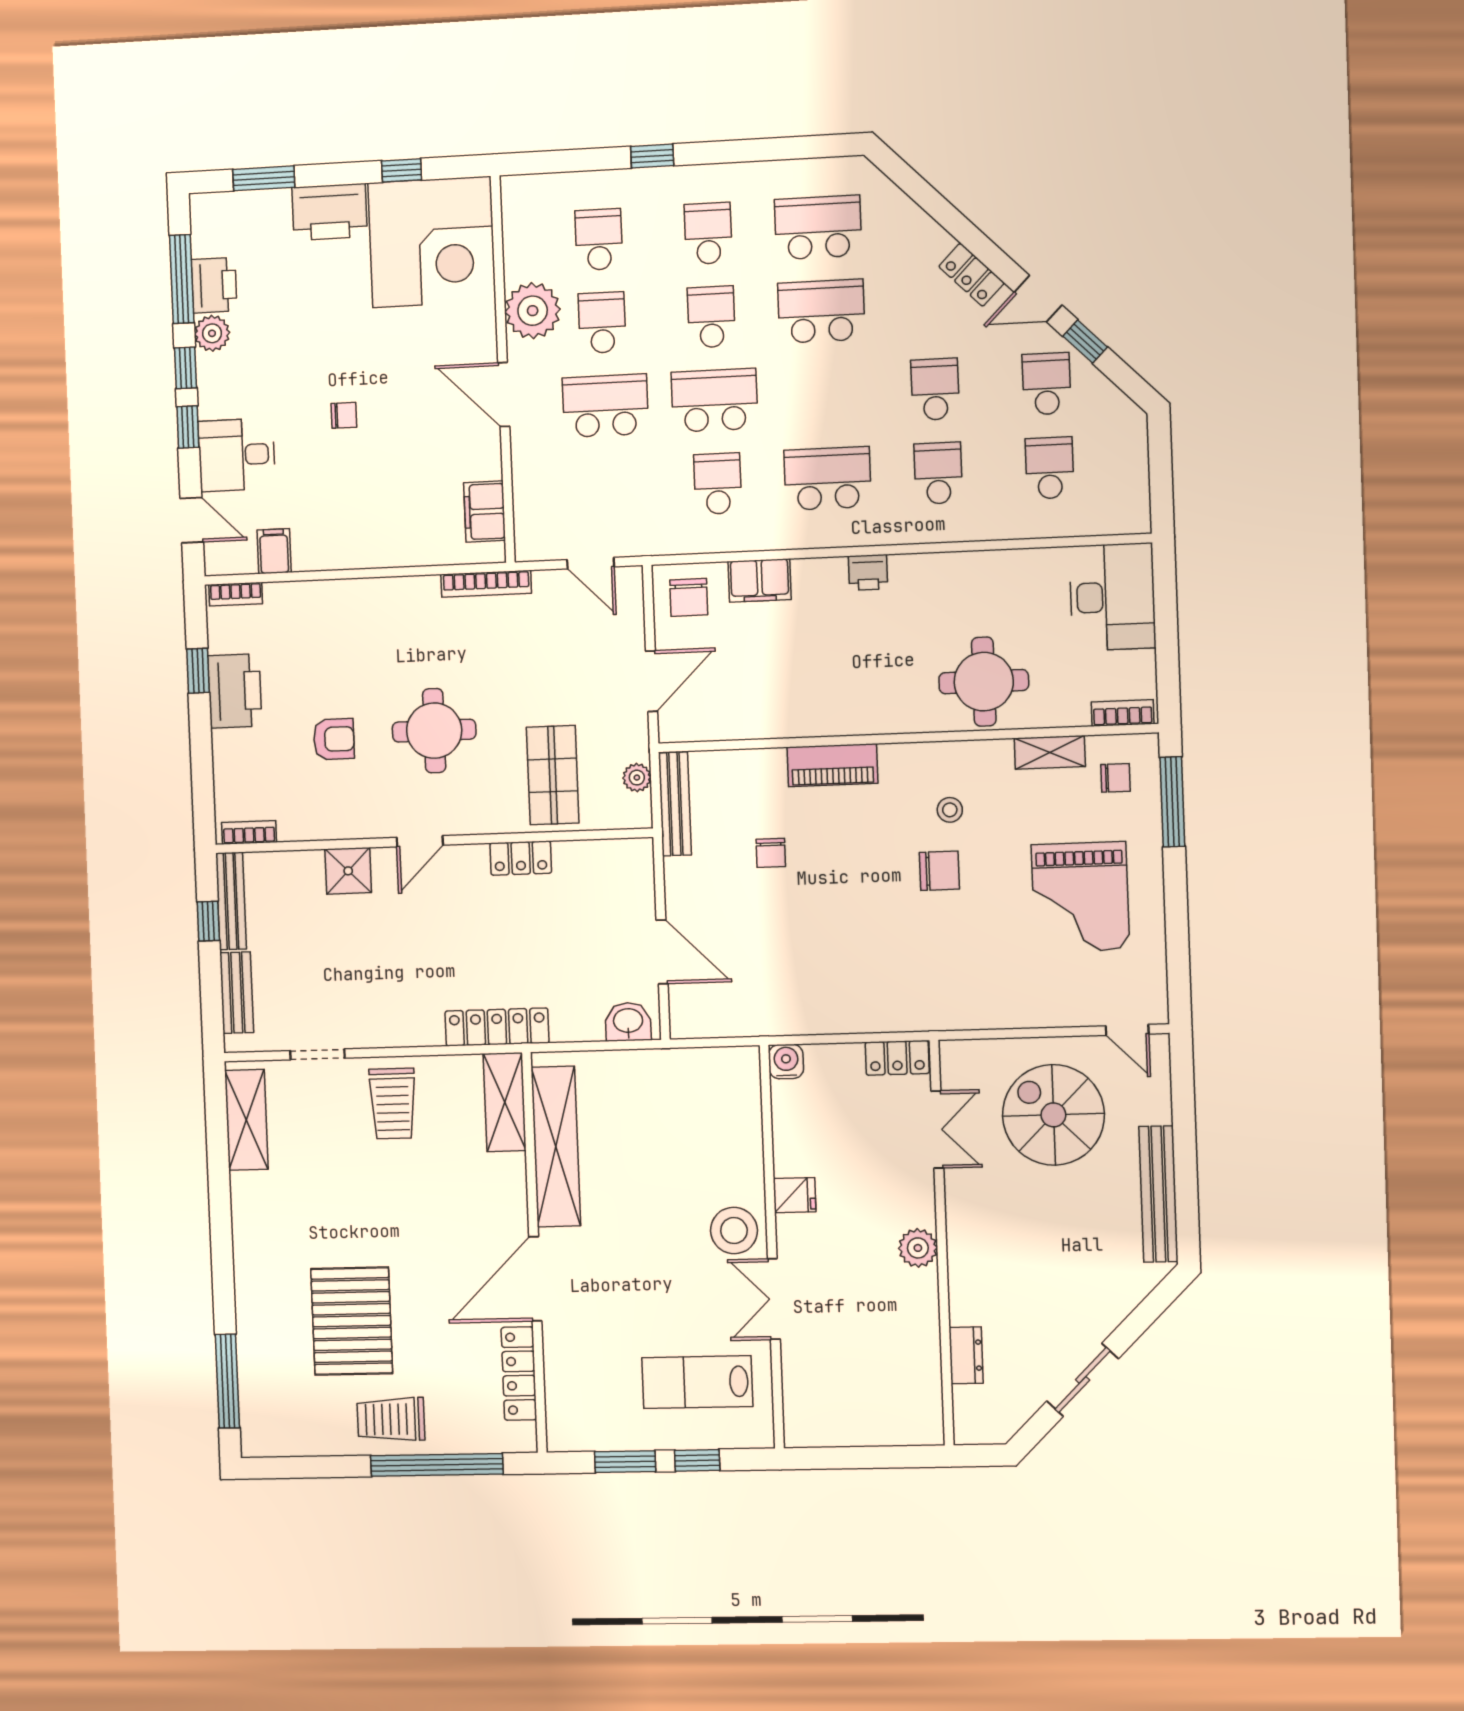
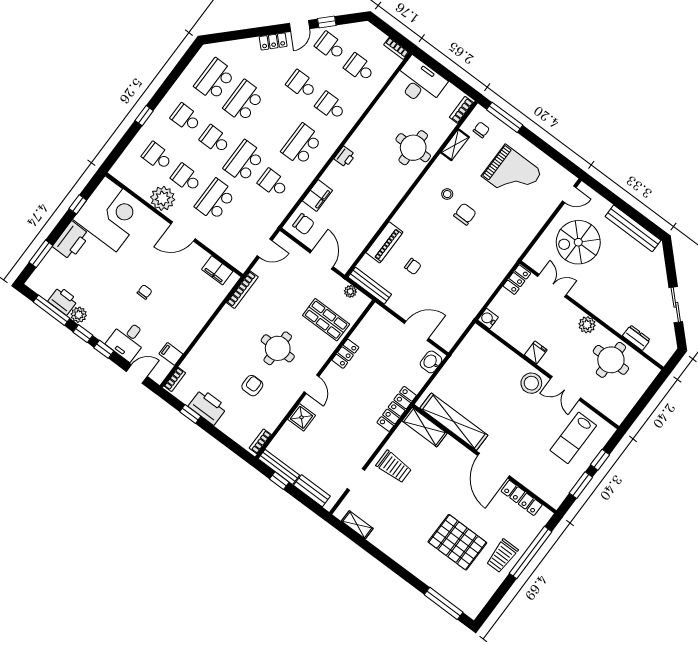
bookcase: (1139, 506) -> (396, 48), added
piano: (833, 765) -> (384, 242), moved
shelving: (246, 1120) -> (357, 525), width x0.67, depth x0.75
round table: (890, 1341) -> (611, 360), added

